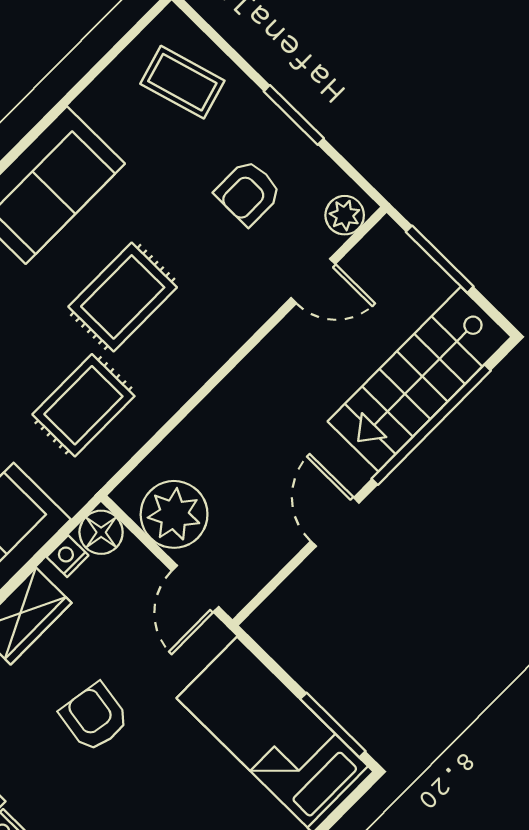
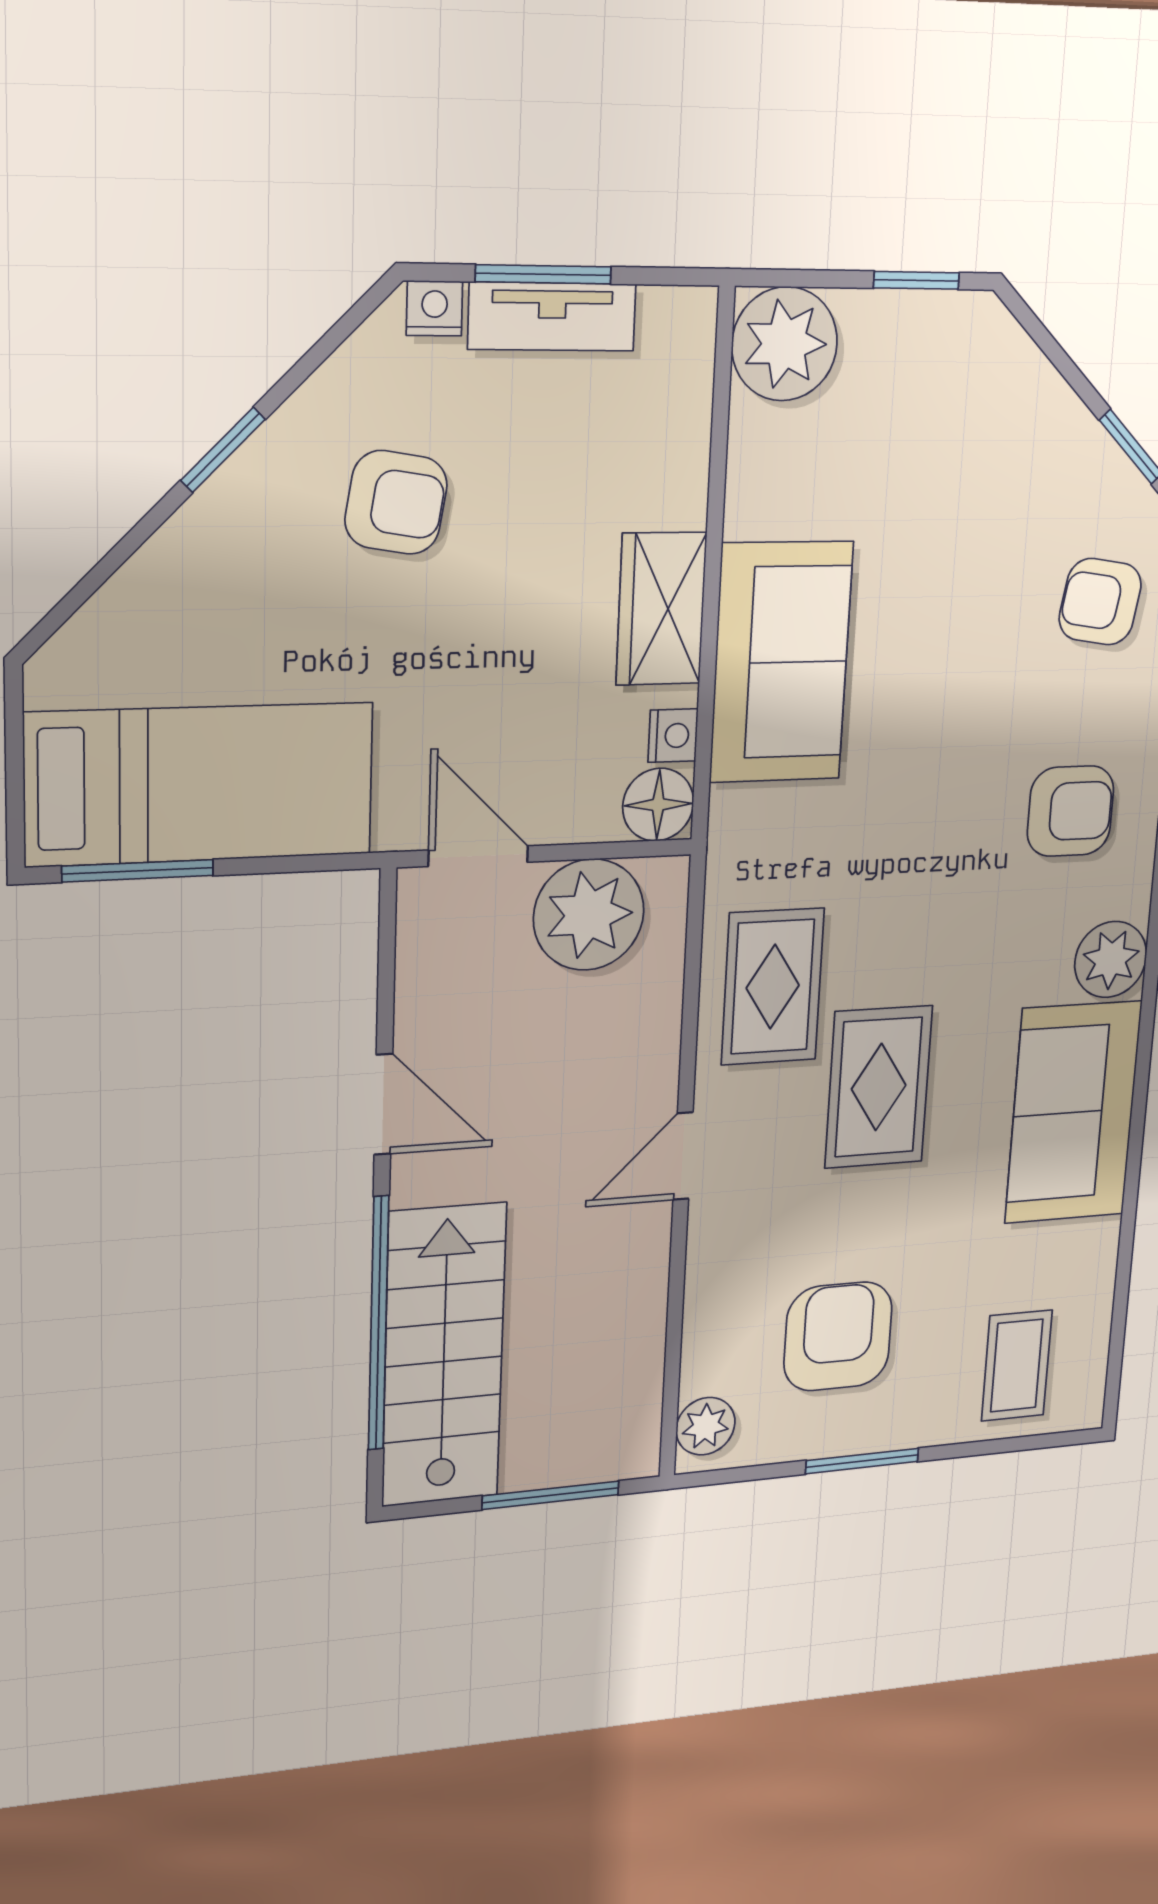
coffee table: (182, 82) -> (1017, 1366), turned -74
armchair: (248, 193) -> (838, 1336), width x1.38, depth x1.38
door: (313, 281) -> (683, 1156), moved
rug: (83, 405) -> (773, 987), moved
armchair: (94, 717) -> (396, 502), moved

